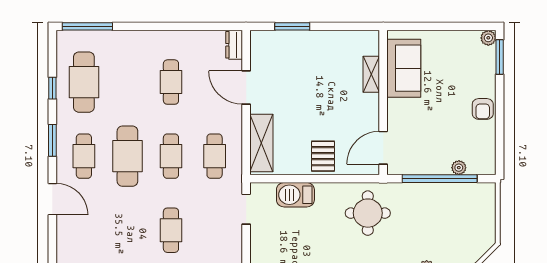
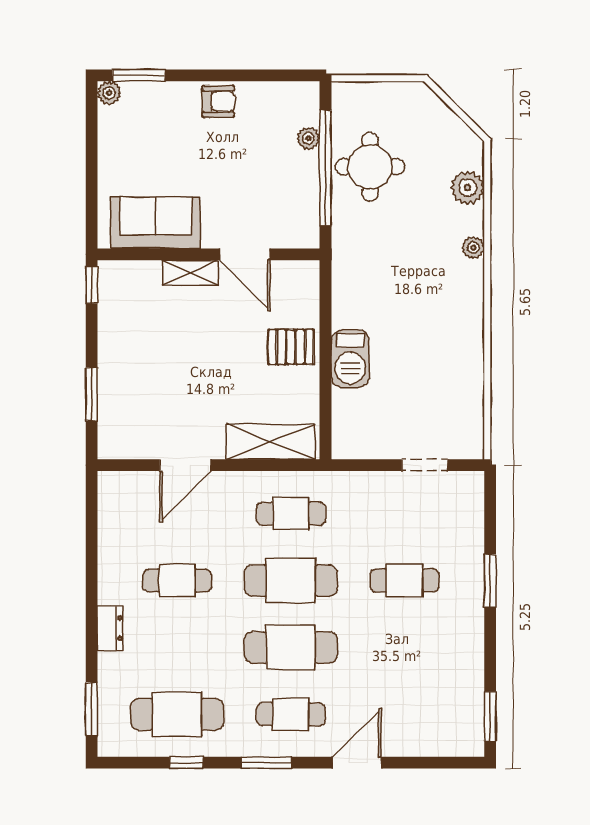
window: (87, 26) -> (92, 709), width x0.69
window: (363, 26) -> (92, 285), added
dresser: (234, 45) -> (110, 628), moved, turned -90
shelving: (371, 74) -> (190, 273), moved
door: (383, 148) -> (245, 254), moved
cafe table: (171, 156) -> (291, 580), width x1.37, depth x1.35
barbecue: (295, 195) -> (350, 359), moved
doorway: (246, 209) -> (425, 465), moved
round table: (368, 213) -> (370, 167), moved

